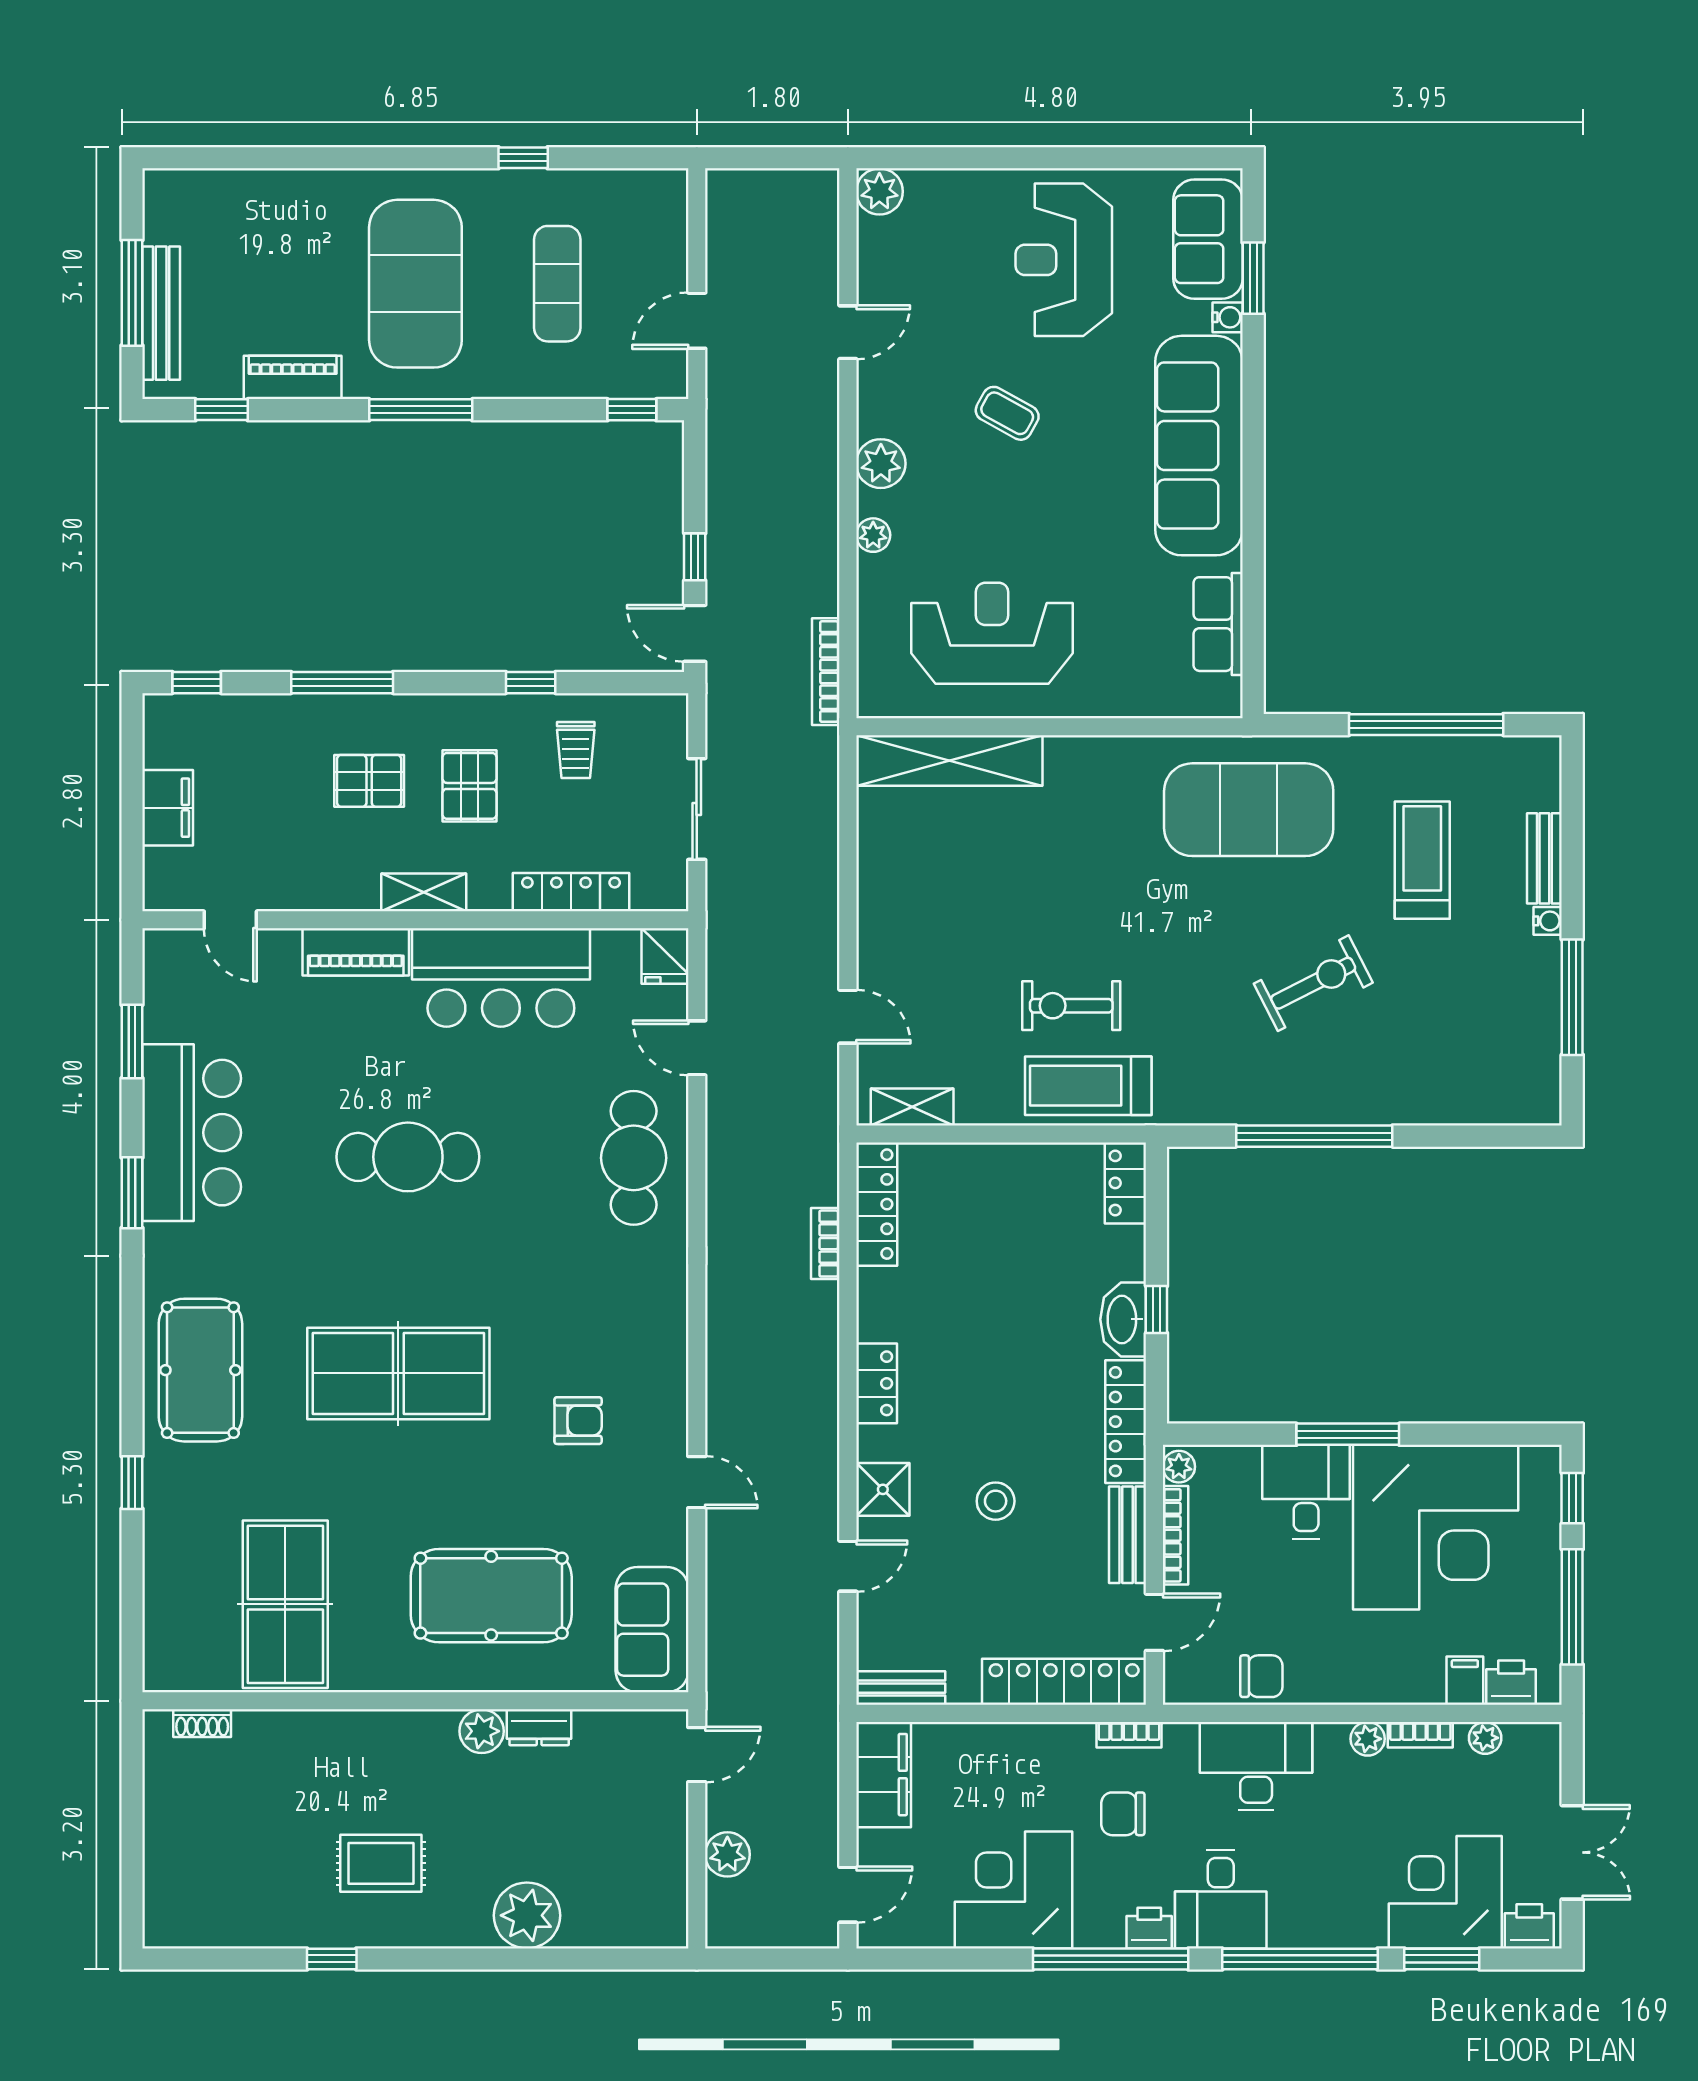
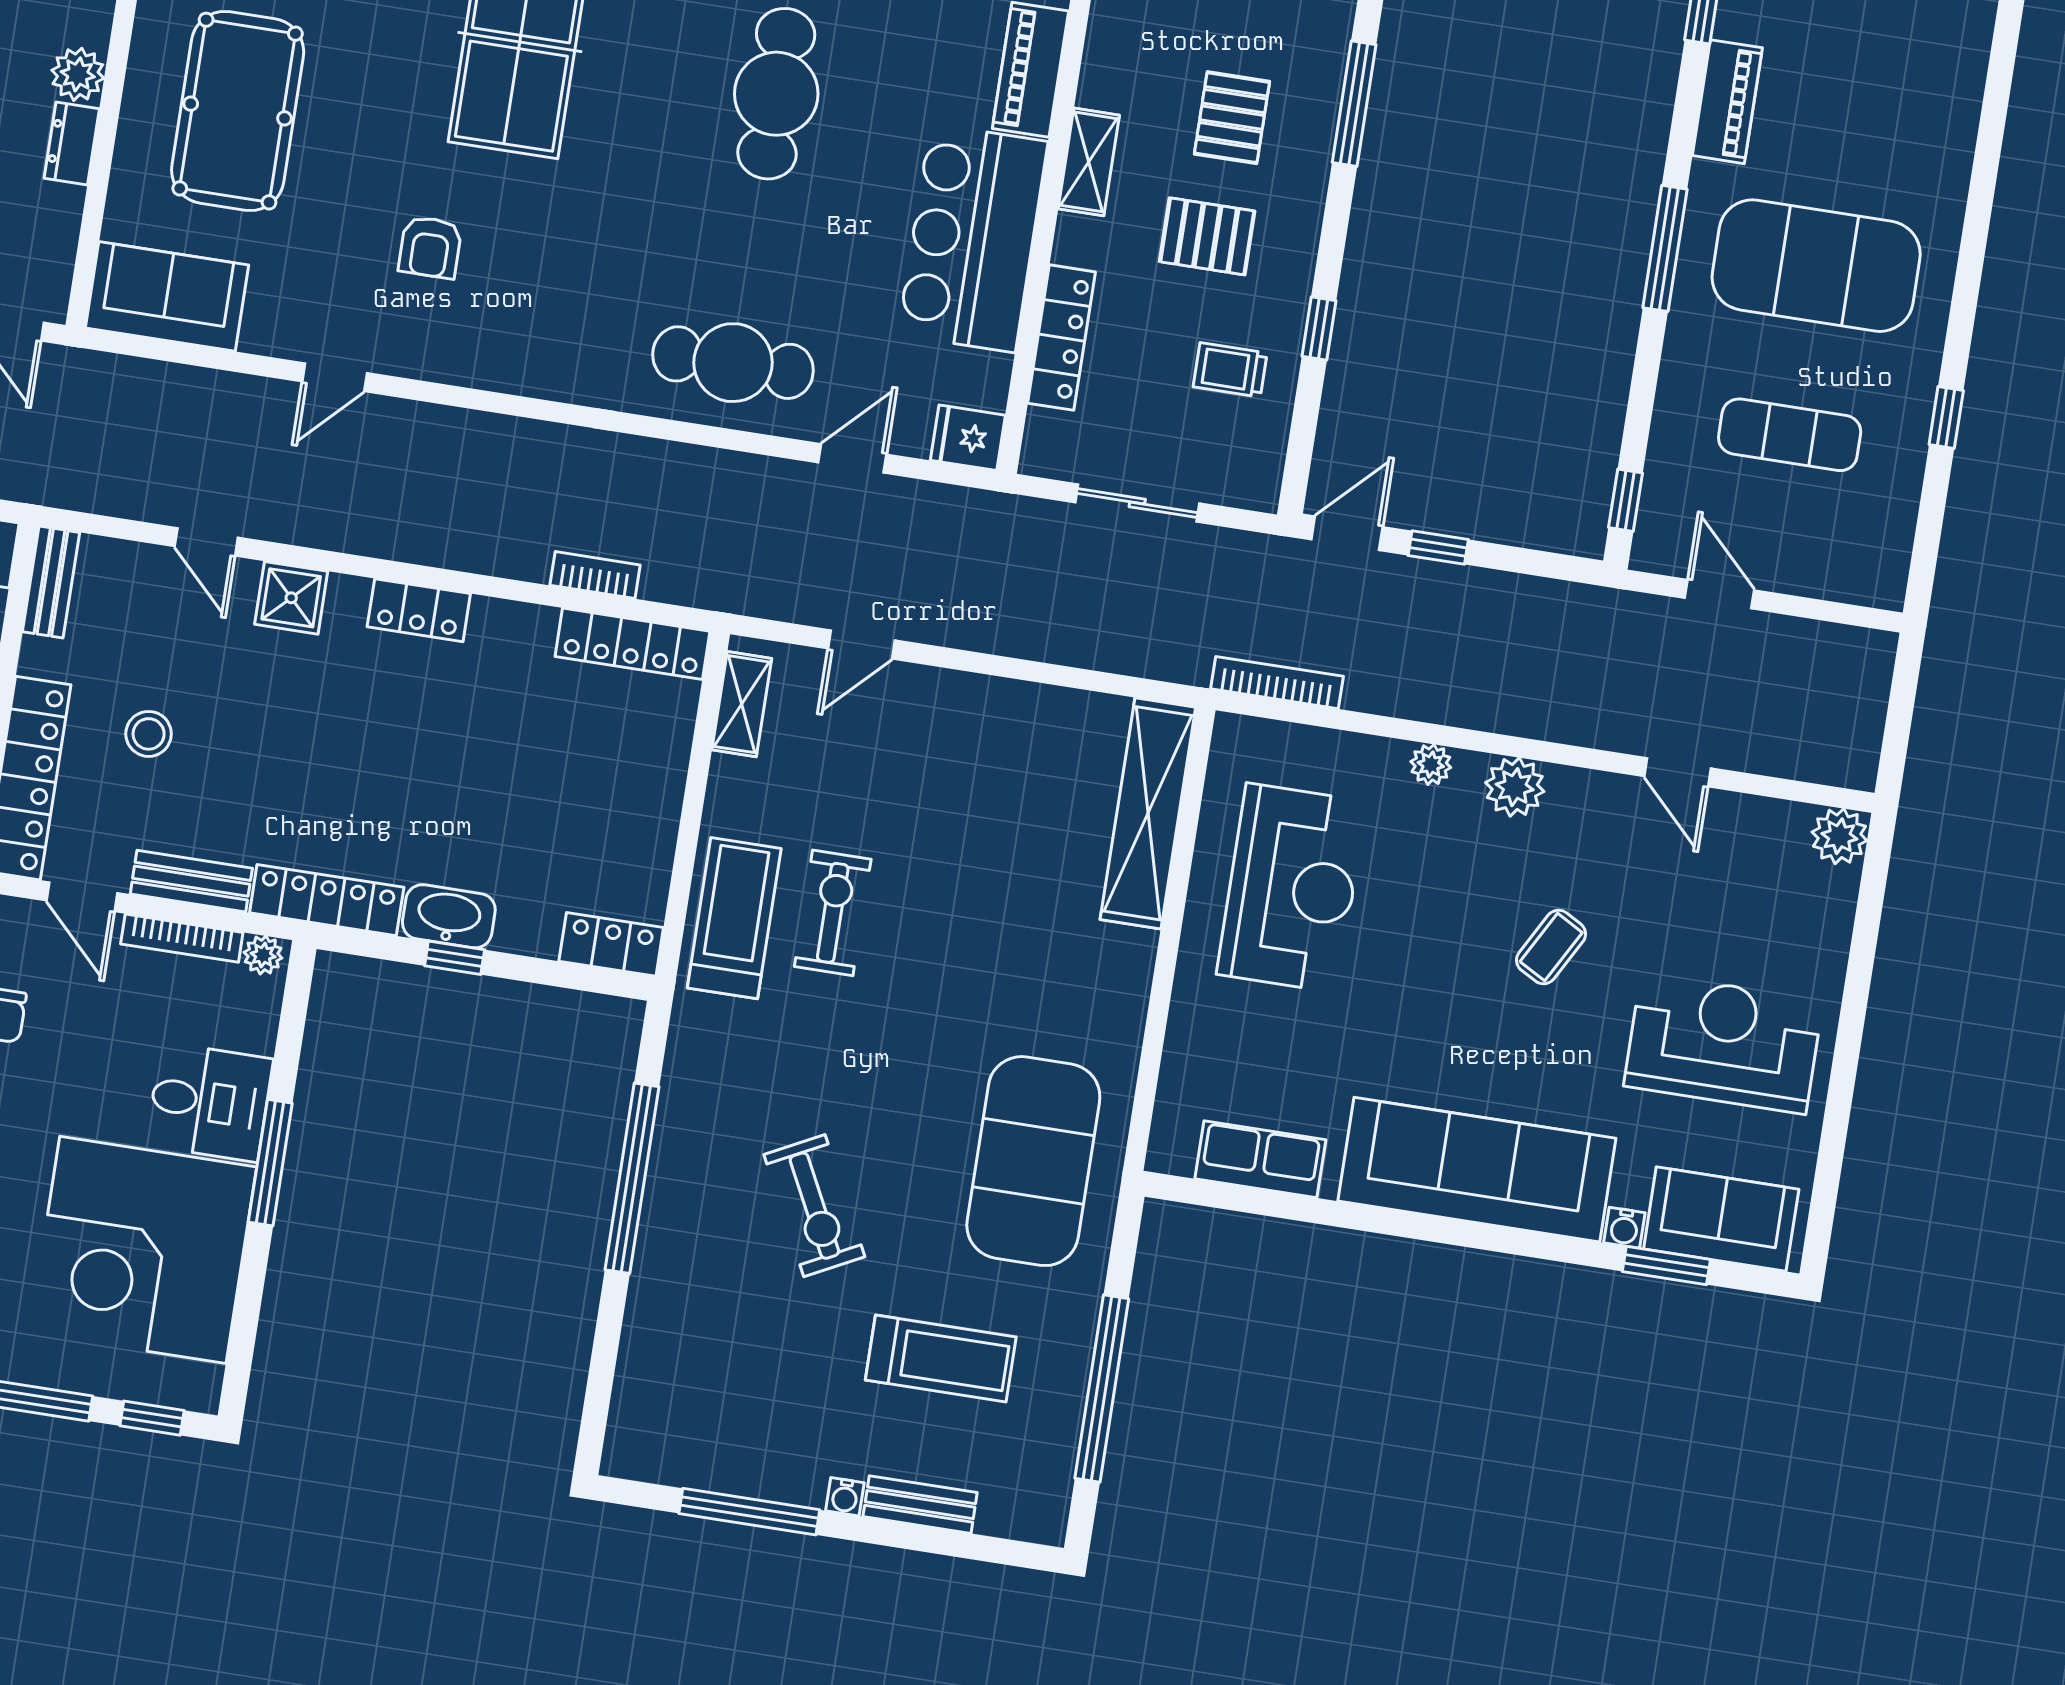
stool: (996, 1501) -> (149, 734), moved

